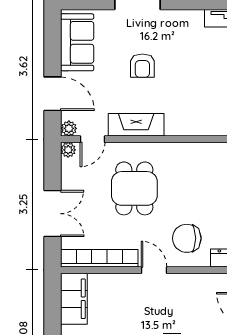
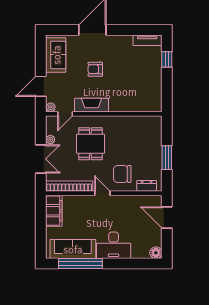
armchair: (142, 66) -> (95, 69), turned 90
door: (53, 94) -> (41, 86), swing flipped
plant: (68, 150) -> (50, 140), moved

